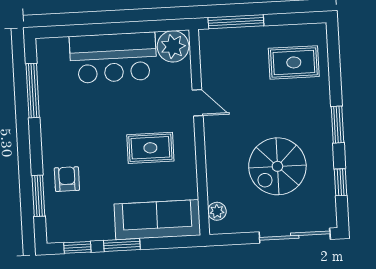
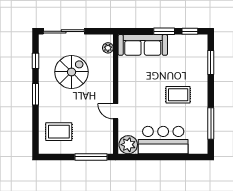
rug: (150, 148) -> (178, 95), moved
armchair: (67, 179) -> (194, 71), removed

